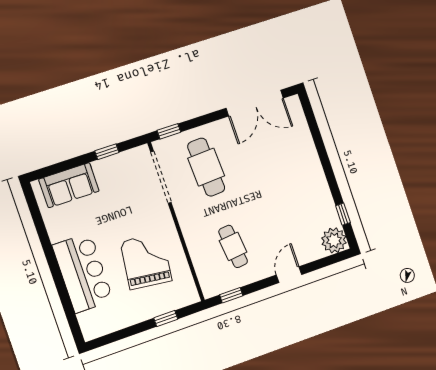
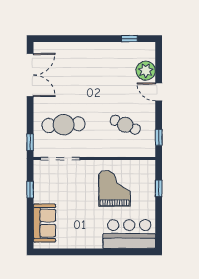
plant: (334, 240) -> (146, 71), moved
cafe table: (233, 246) -> (125, 125), turned 30
grand piano: (146, 261) -> (114, 188), turned 83
bar counter: (83, 273) -> (129, 234), moved

